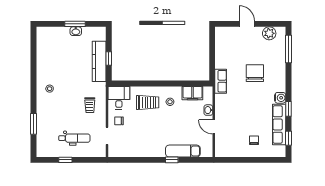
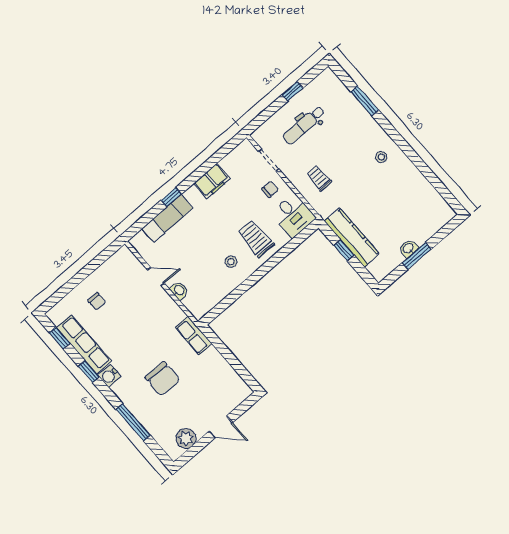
window: (289, 49) -> (133, 422), moved
filing cabinet: (192, 93) -> (212, 181), moved, turned 180
trolley: (148, 102) -> (256, 239), turned 90

